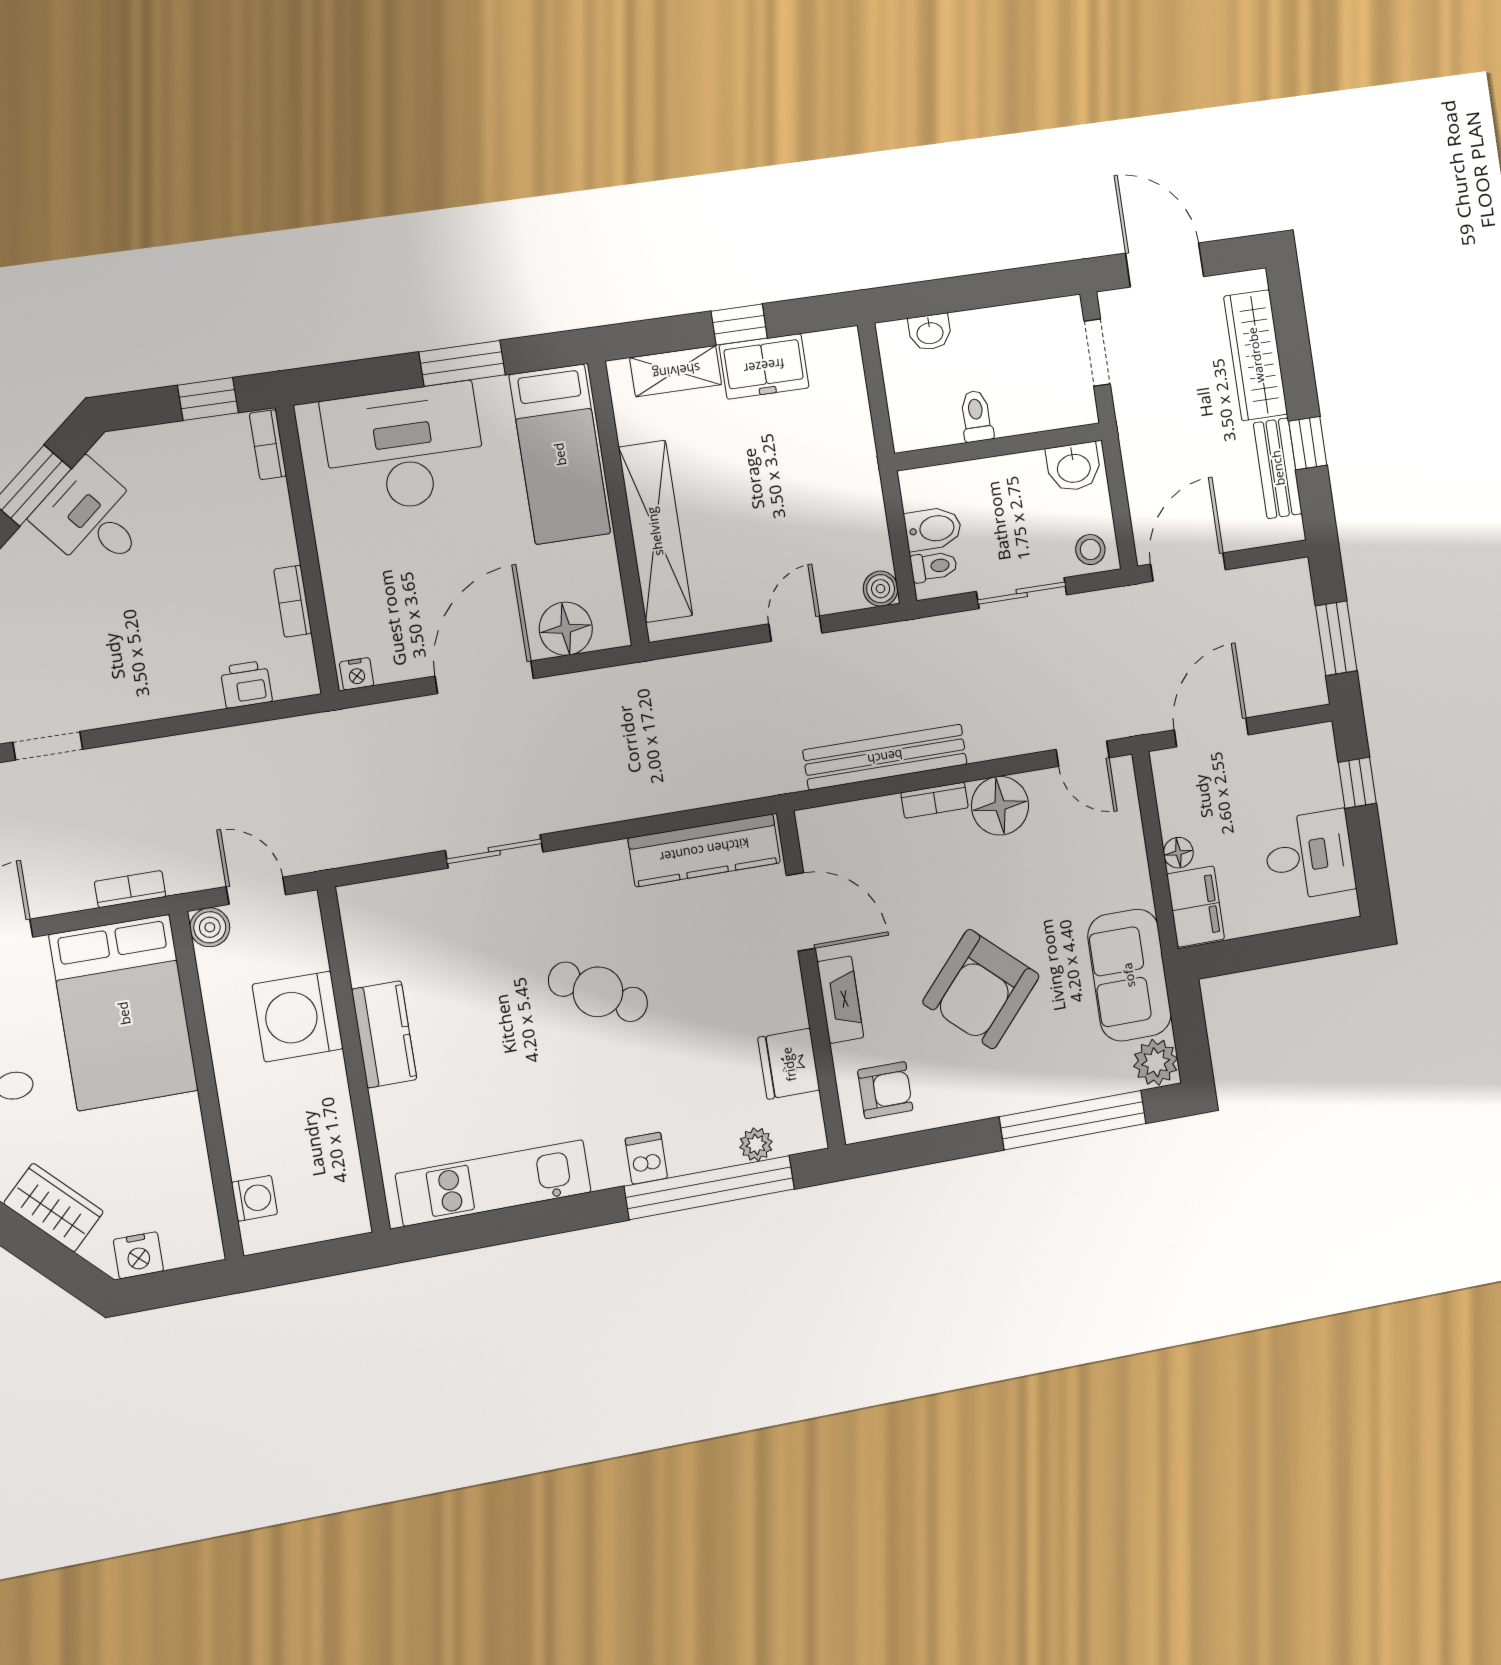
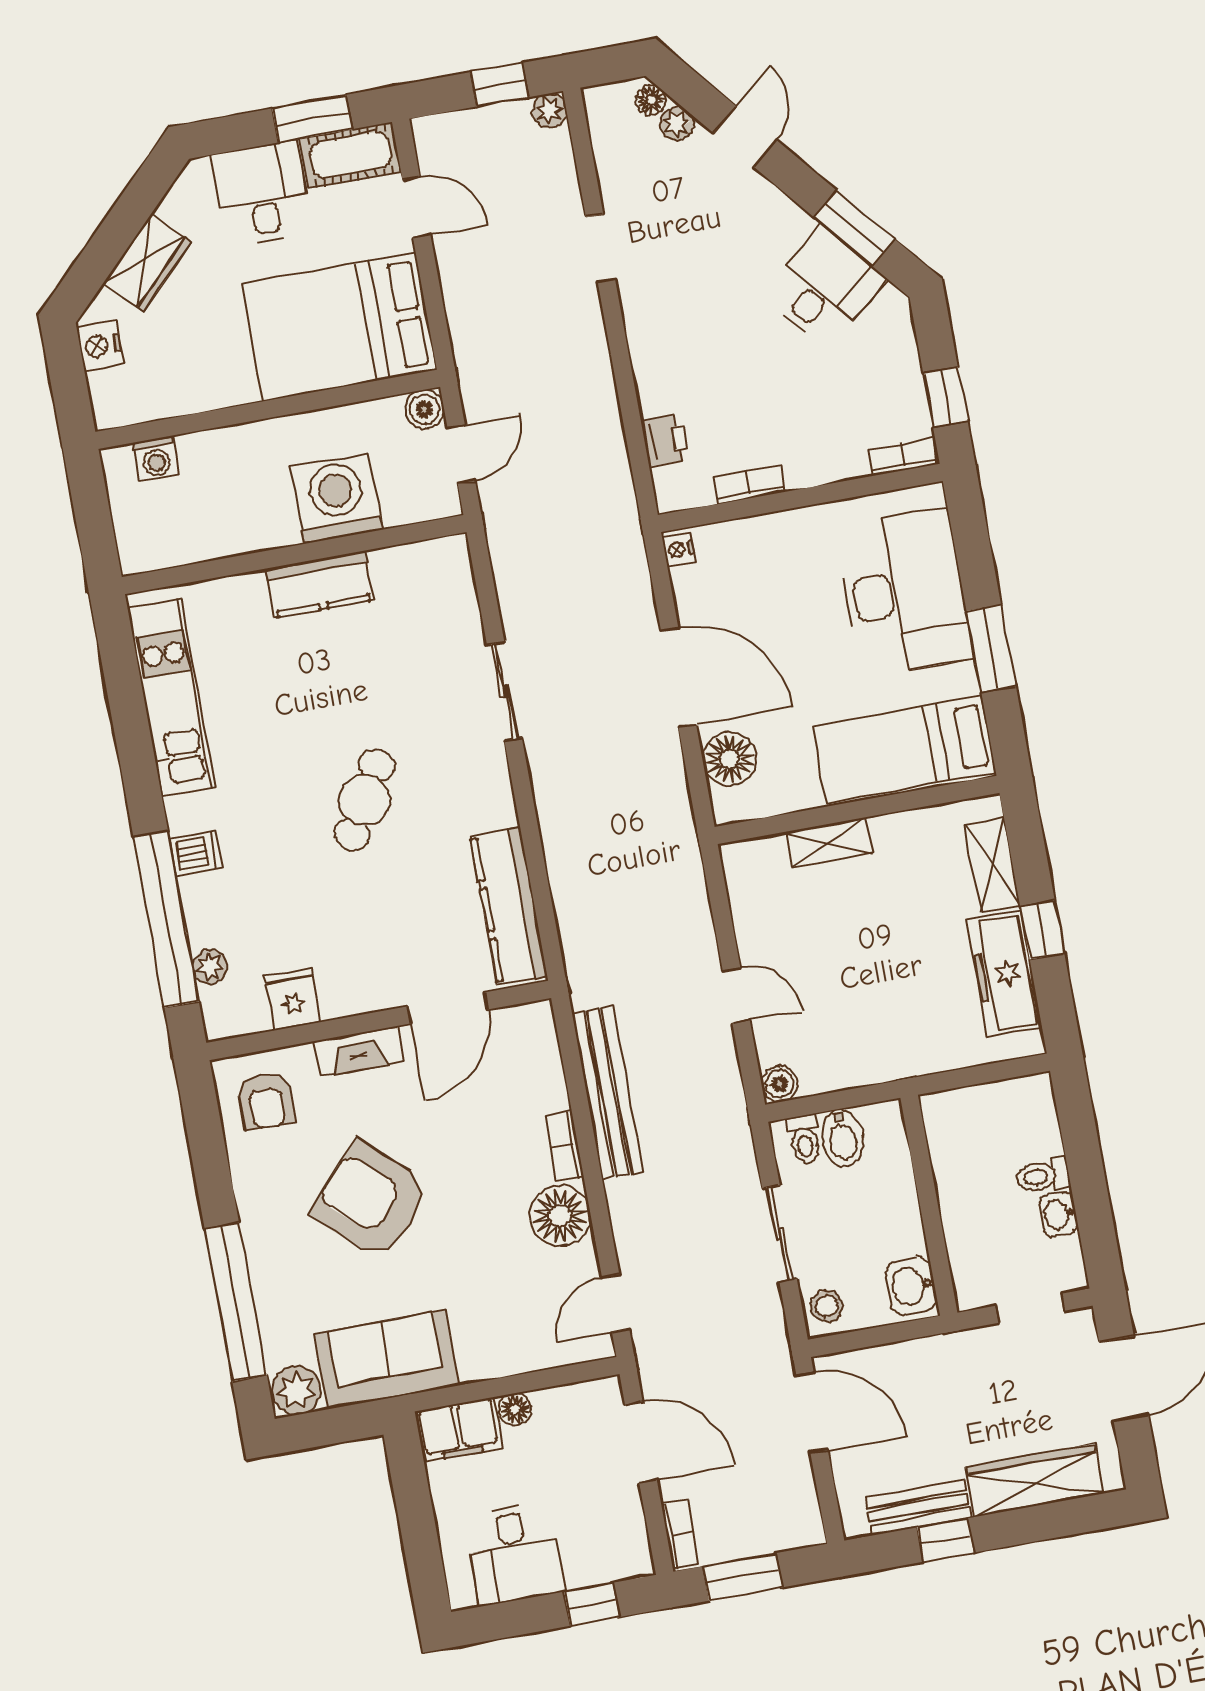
washbasin: (930, 332) -> (1059, 1214), moved
freezer: (764, 366) -> (1004, 974), width x1.40
toilet: (976, 416) -> (1043, 1176), moved, turned 180
shelving: (655, 531) -> (829, 842), width x0.45, depth x0.75
bookcase: (130, 889) -> (680, 1535), moved
fridge: (789, 1064) -> (293, 999), width x0.72

